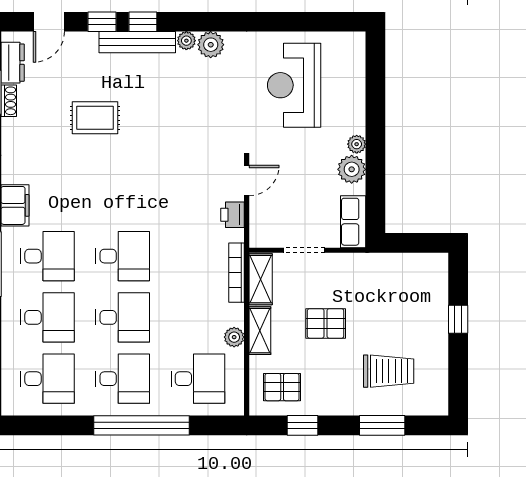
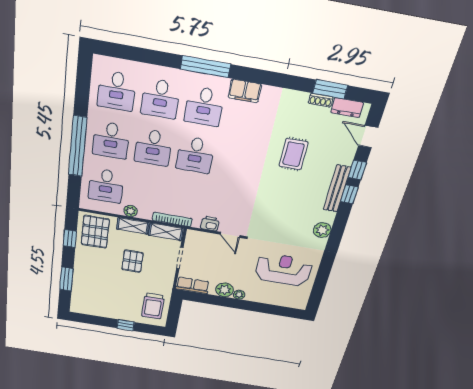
plant: (186, 41) -> (329, 217), removed
trolley: (389, 371) -> (153, 306), moved
pallet: (282, 387) -> (95, 232), width x1.50, depth x1.42

